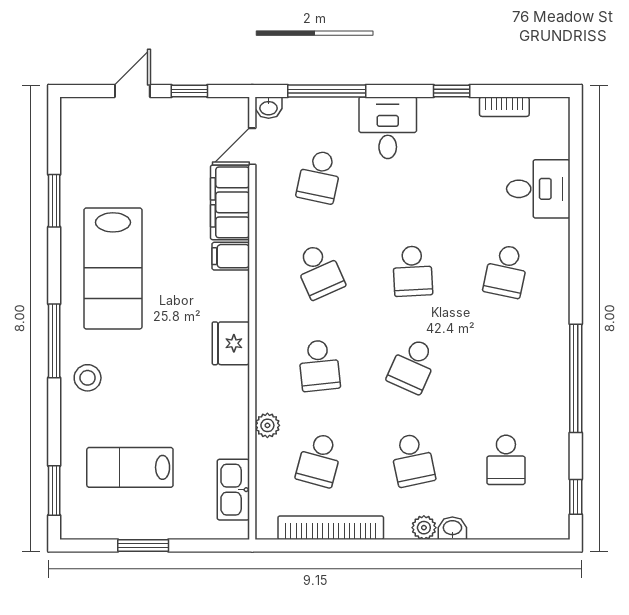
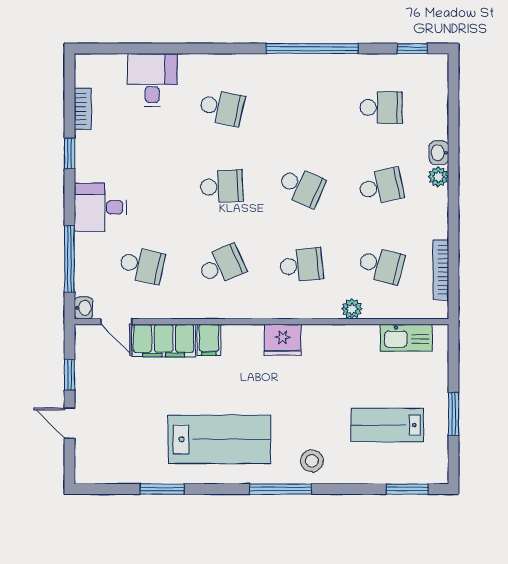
lab bench: (130, 467) -> (387, 425), turned 90
bookcase: (331, 528) -> (441, 270), width x0.68, depth x0.76

